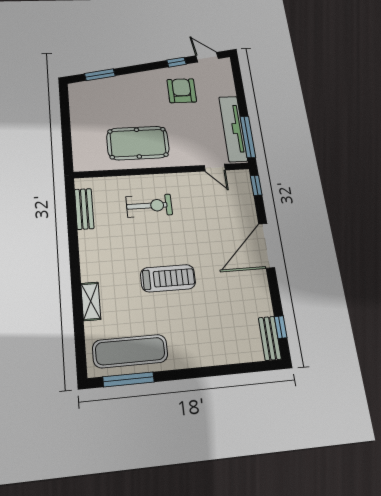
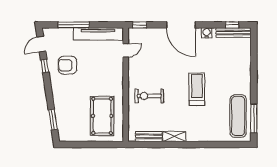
window: (248, 137) -> (74, 25), moved
pool table: (138, 143) -> (102, 116), moved
exercise bike: (149, 206) -> (149, 96), turned -90
water cooler: (261, 287) -> (207, 33), added
shelving: (91, 301) -> (174, 137), moved
bench: (270, 338) -> (234, 33), width x1.36

